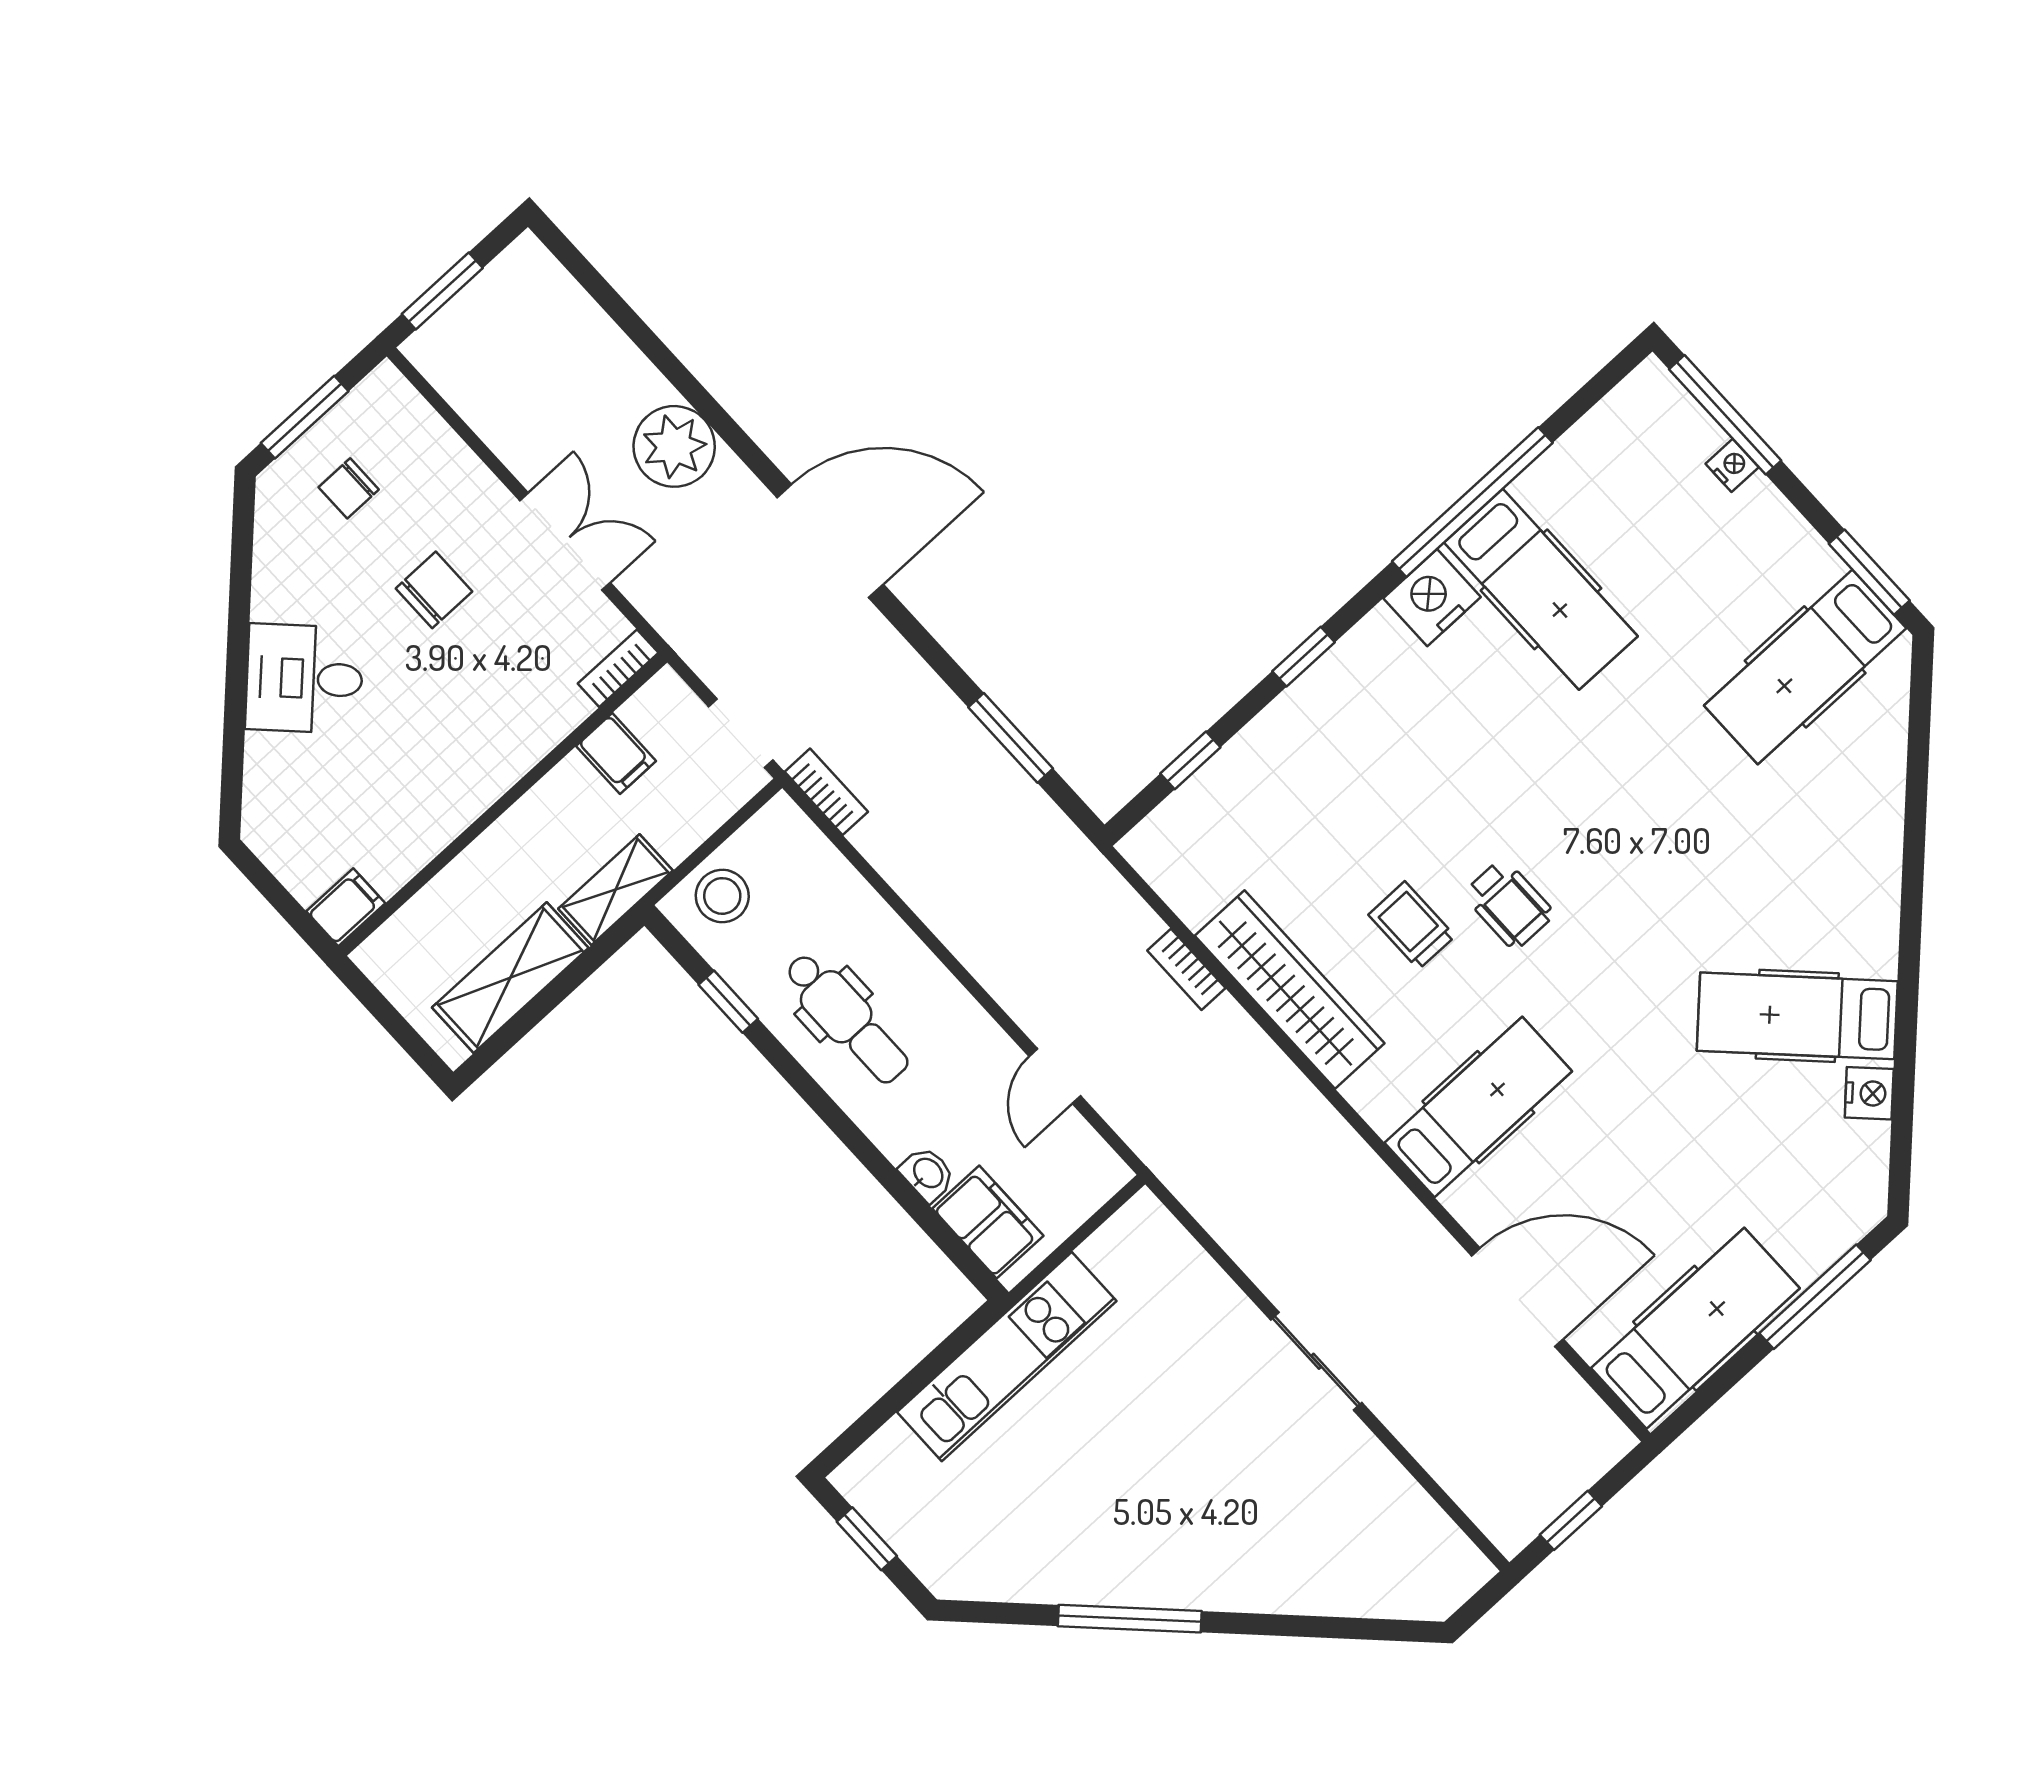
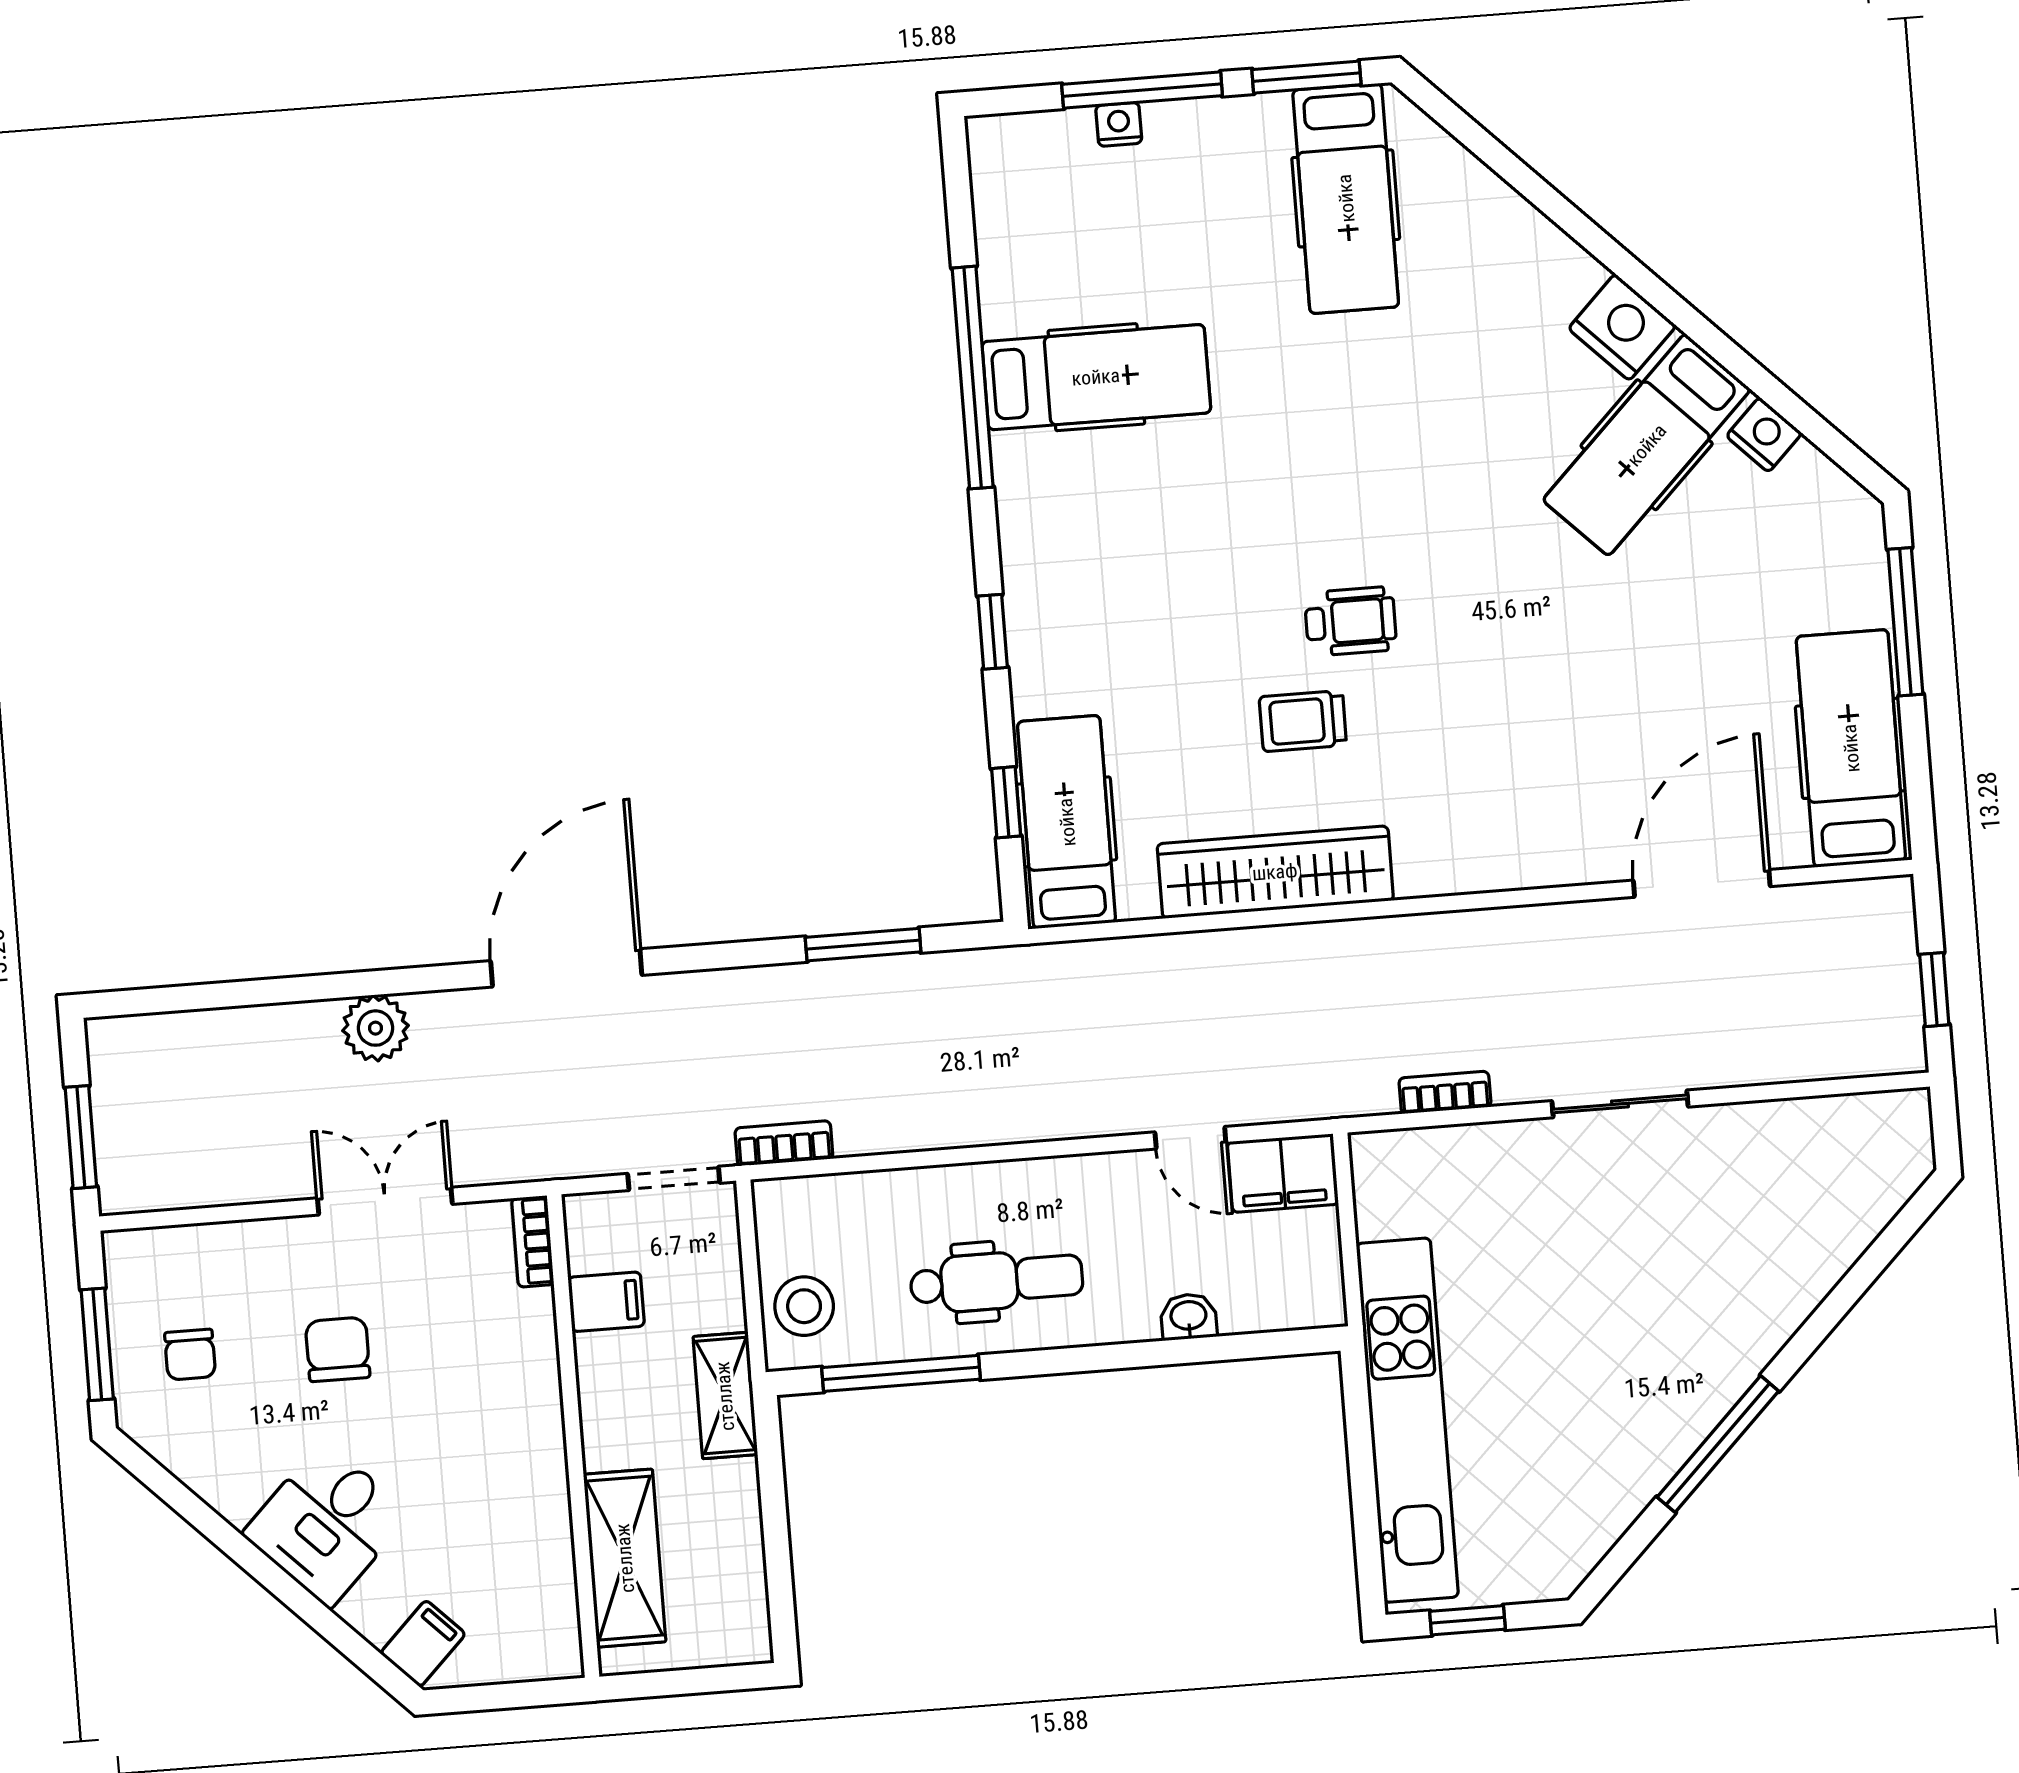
window: (1725, 415) -> (1142, 90), moved
plant: (674, 446) -> (376, 1028), width x0.73, depth x0.73
nightstand: (1432, 598) -> (1622, 327), moved, turned 135
filing cabinet: (346, 907) -> (423, 1644), moved, turned 45
bookcase: (1186, 969) -> (1445, 1092), moved, turned 180
shelving: (510, 978) -> (625, 1558), moved
window: (728, 1002) -> (901, 1373), width x2.17
hospital bed: (1478, 1107) -> (1067, 822), moved
filing cabinet: (988, 1222) -> (1283, 1173), moved, turned 180
kitchen unit: (1007, 1357) -> (1407, 1420), width x1.36

